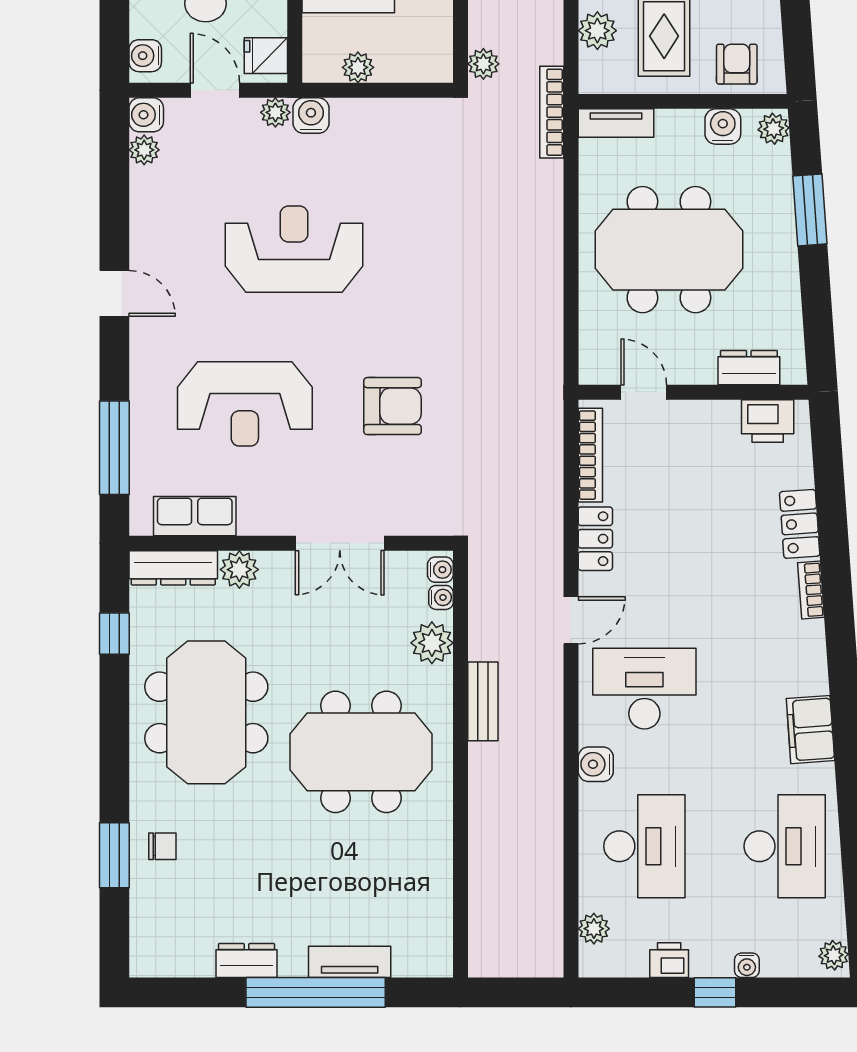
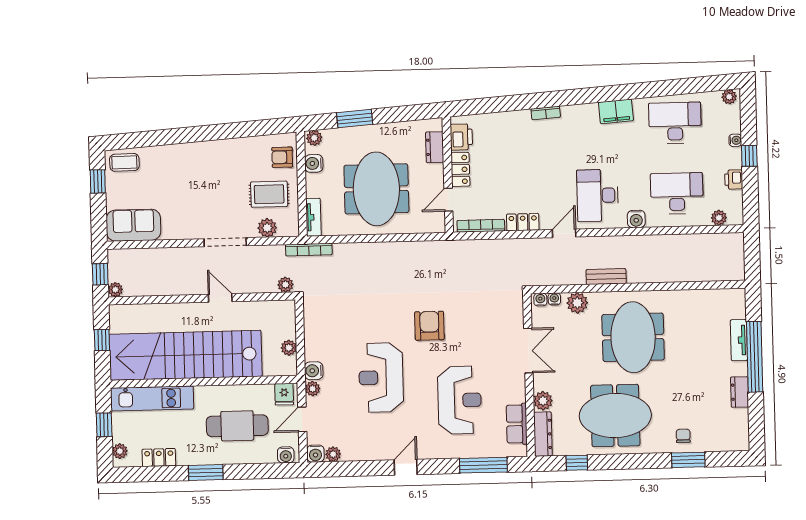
armchair: (393, 406) -> (429, 326), moved
locker: (800, 524) -> (460, 169), moved, turned -86
door: (571, 620) -> (564, 233), hinge flipped

